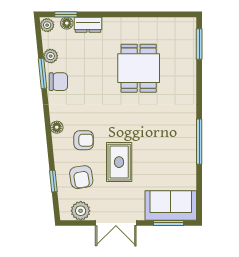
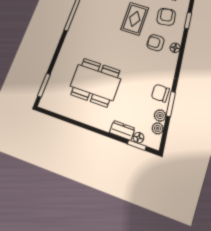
plant: (47, 25) -> (158, 128), moved
dining table: (139, 68) -> (95, 82), width x1.38
floor lamp: (57, 127) -> (175, 48), moved

